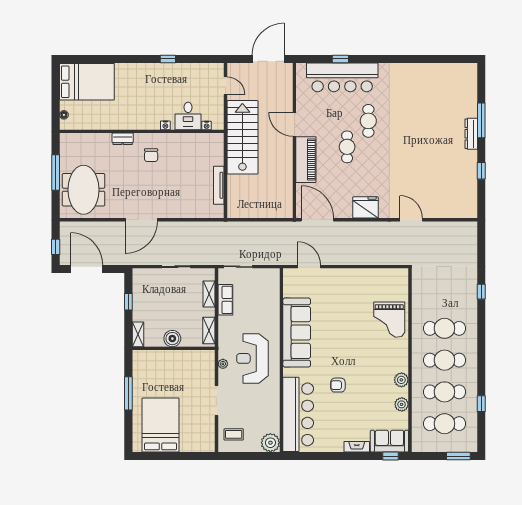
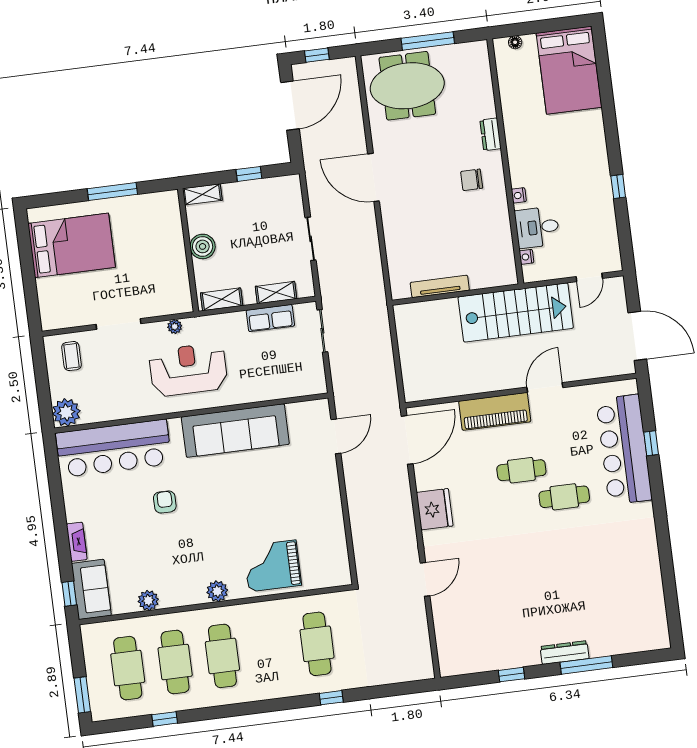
cafe table: (444, 328) -> (317, 644), moved
plant: (401, 380) -> (217, 591), moved

